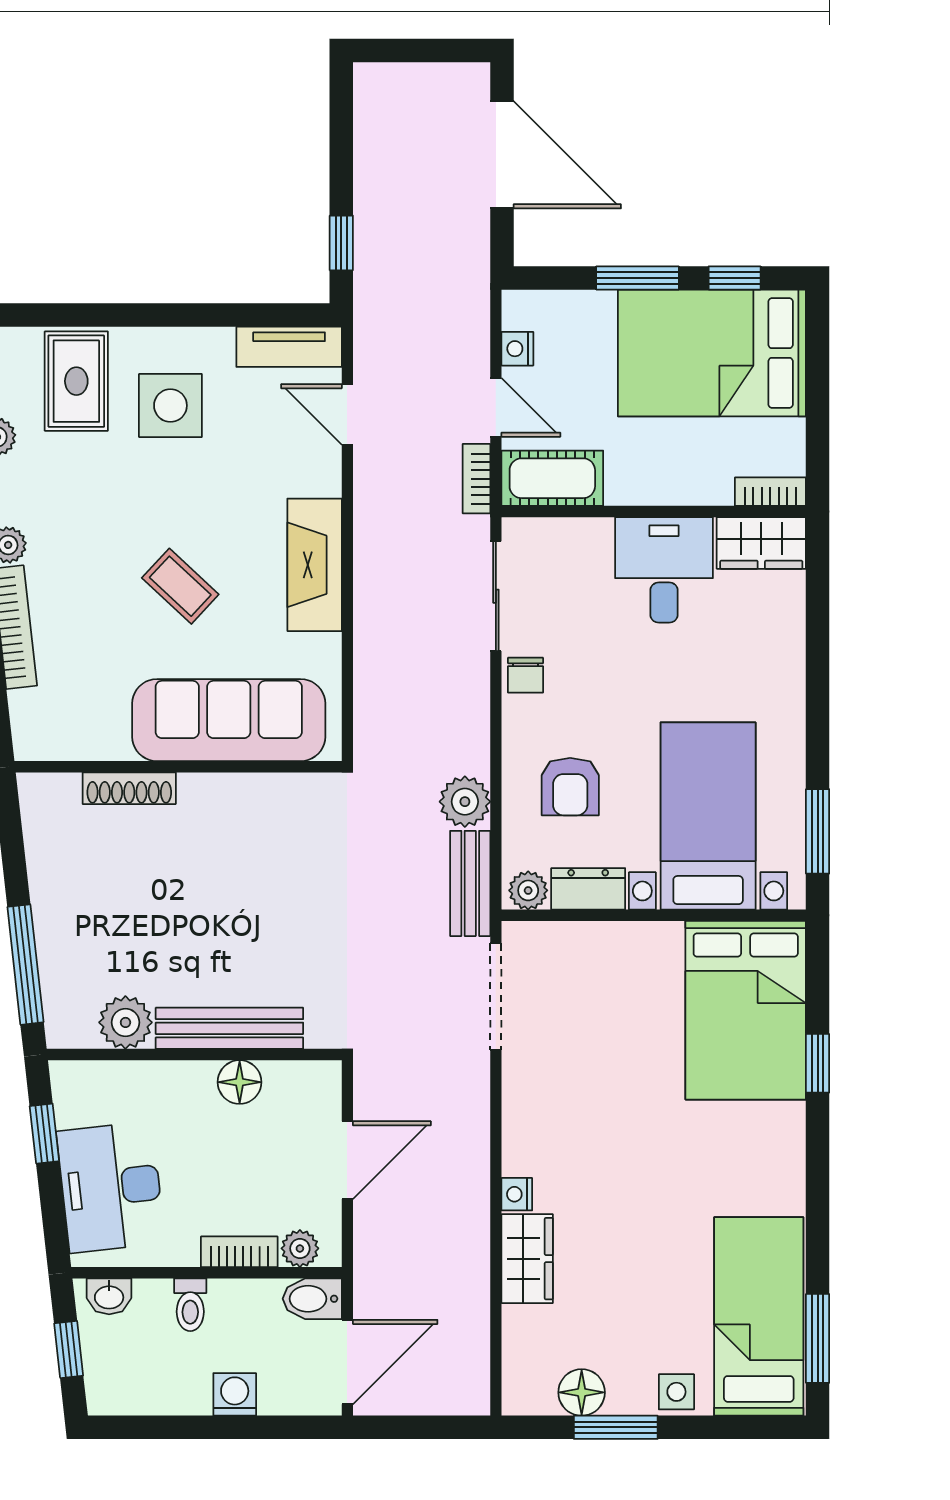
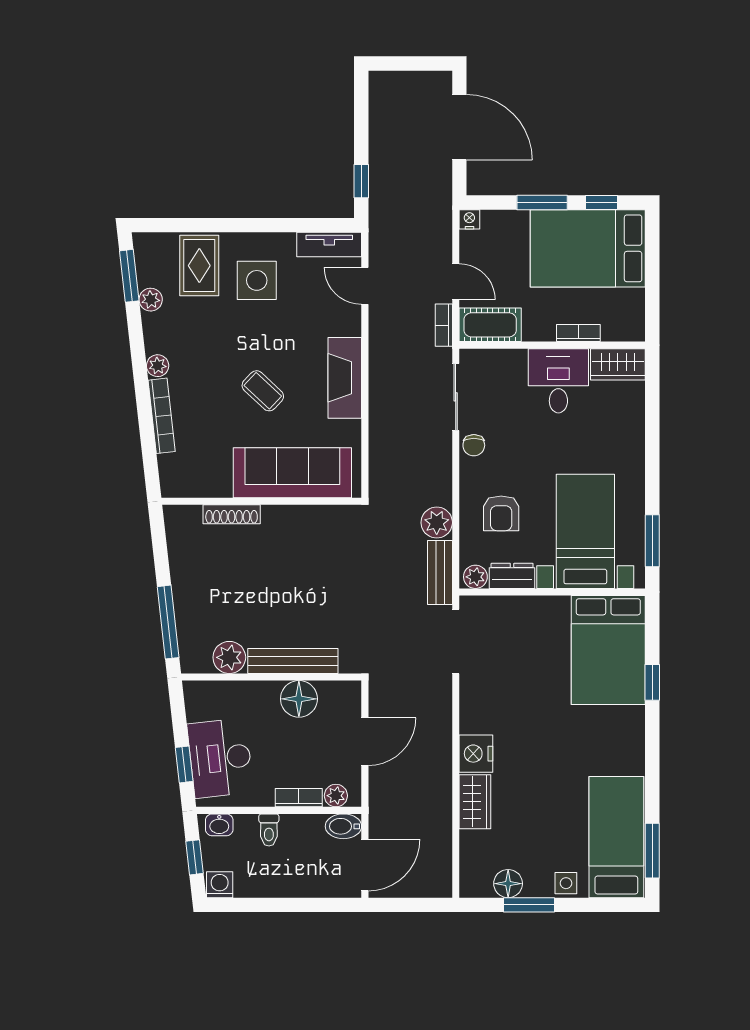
nightstand: (517, 349) -> (469, 219), moved, turned 90
bookcase: (770, 492) -> (578, 333), moved
floor lamp: (240, 1082) -> (299, 699), width x1.38, depth x1.38
window: (44, 1134) -> (184, 764), moved
nightstand: (517, 1194) -> (476, 754), width x1.89, depth x1.79
washing machine: (235, 1394) -> (220, 885), moved

